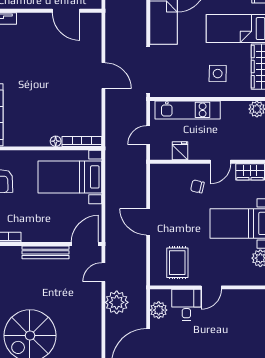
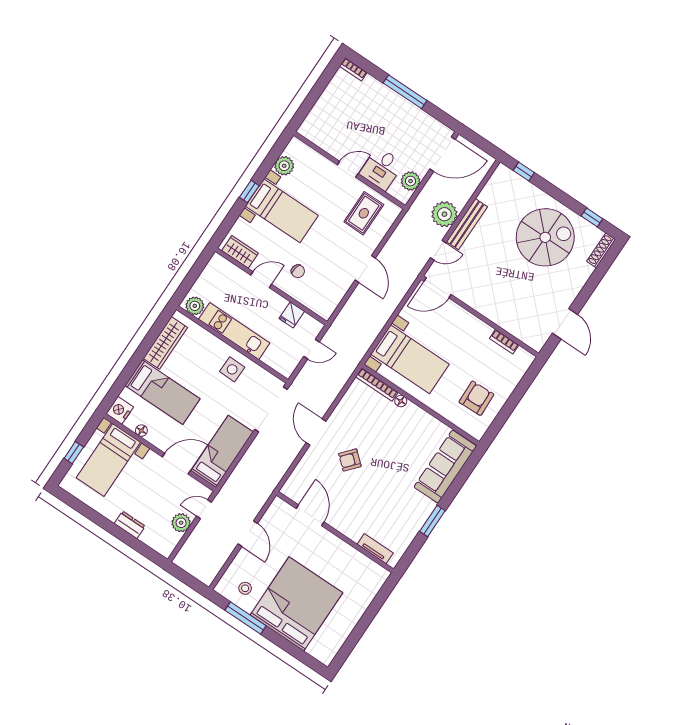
armchair: (64, 72) -> (350, 460), added
side table: (218, 74) -> (232, 369), moved
kitchen unit: (188, 110) -> (234, 331), moved
bench: (45, 252) -> (467, 224), moved, turned 90

